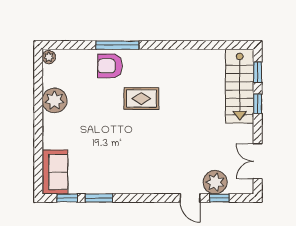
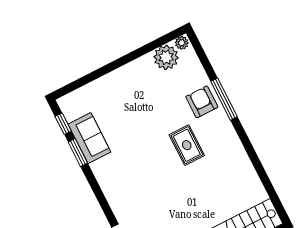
plant: (55, 100) -> (166, 57), moved
sofa: (55, 172) -> (89, 138), moved, turned -90

